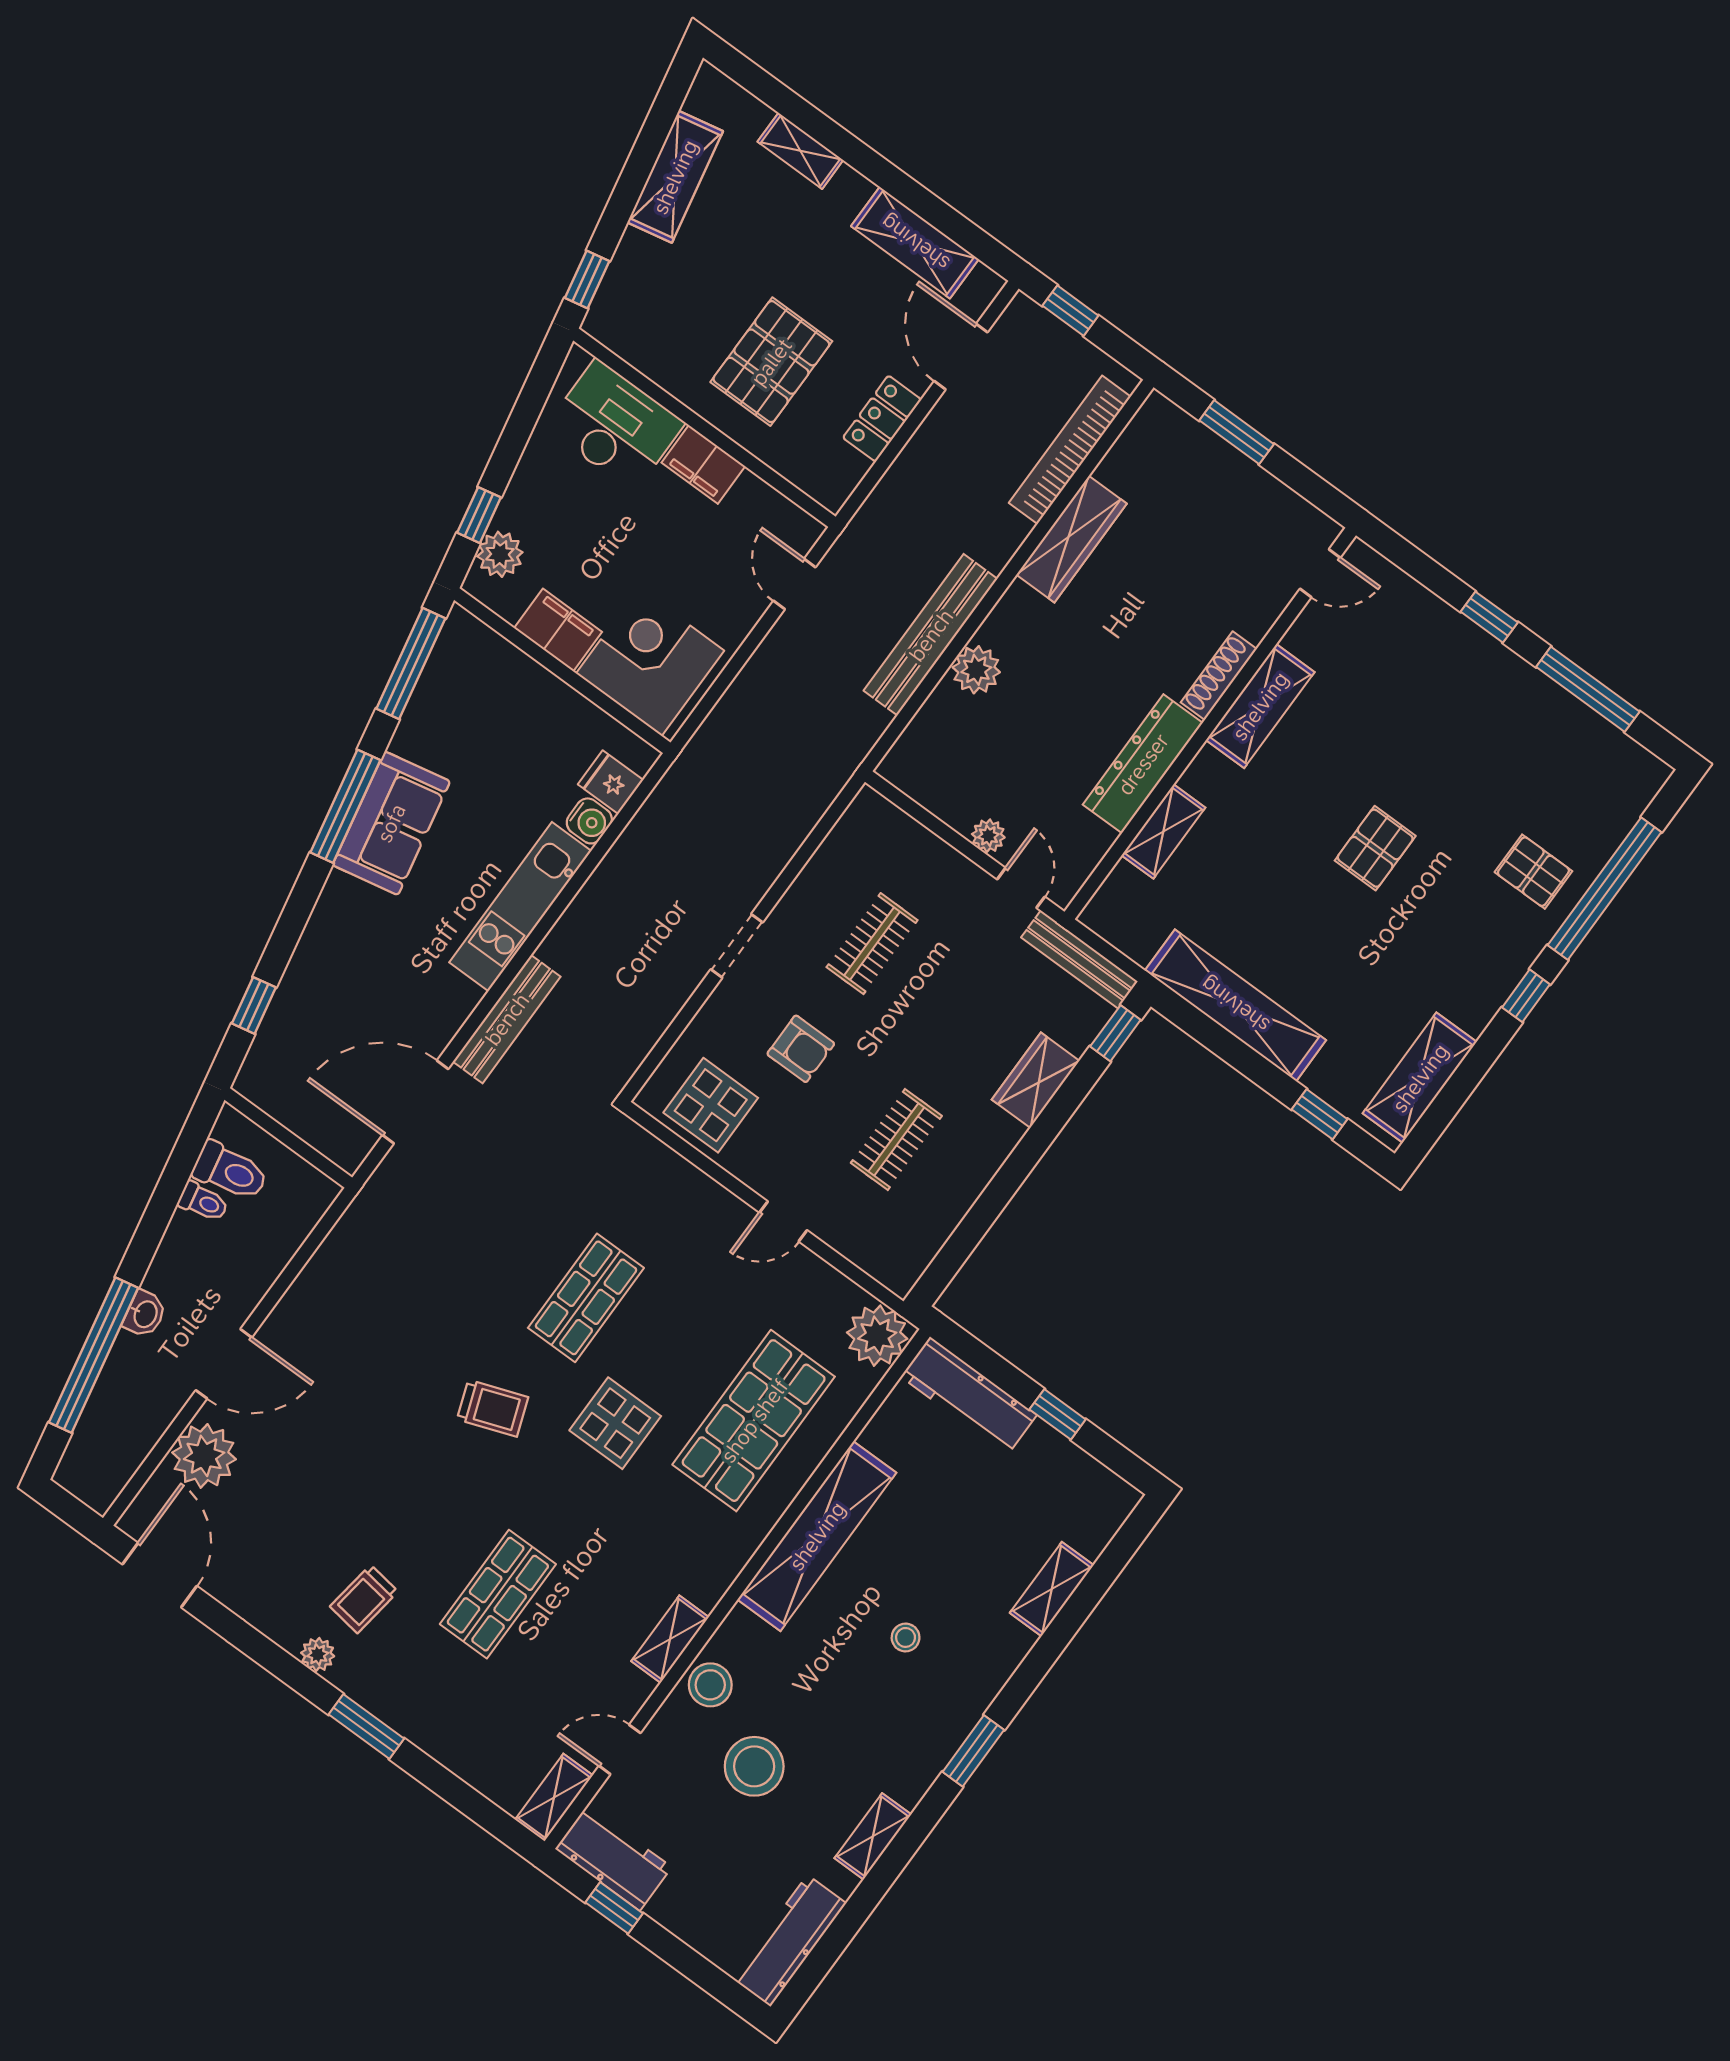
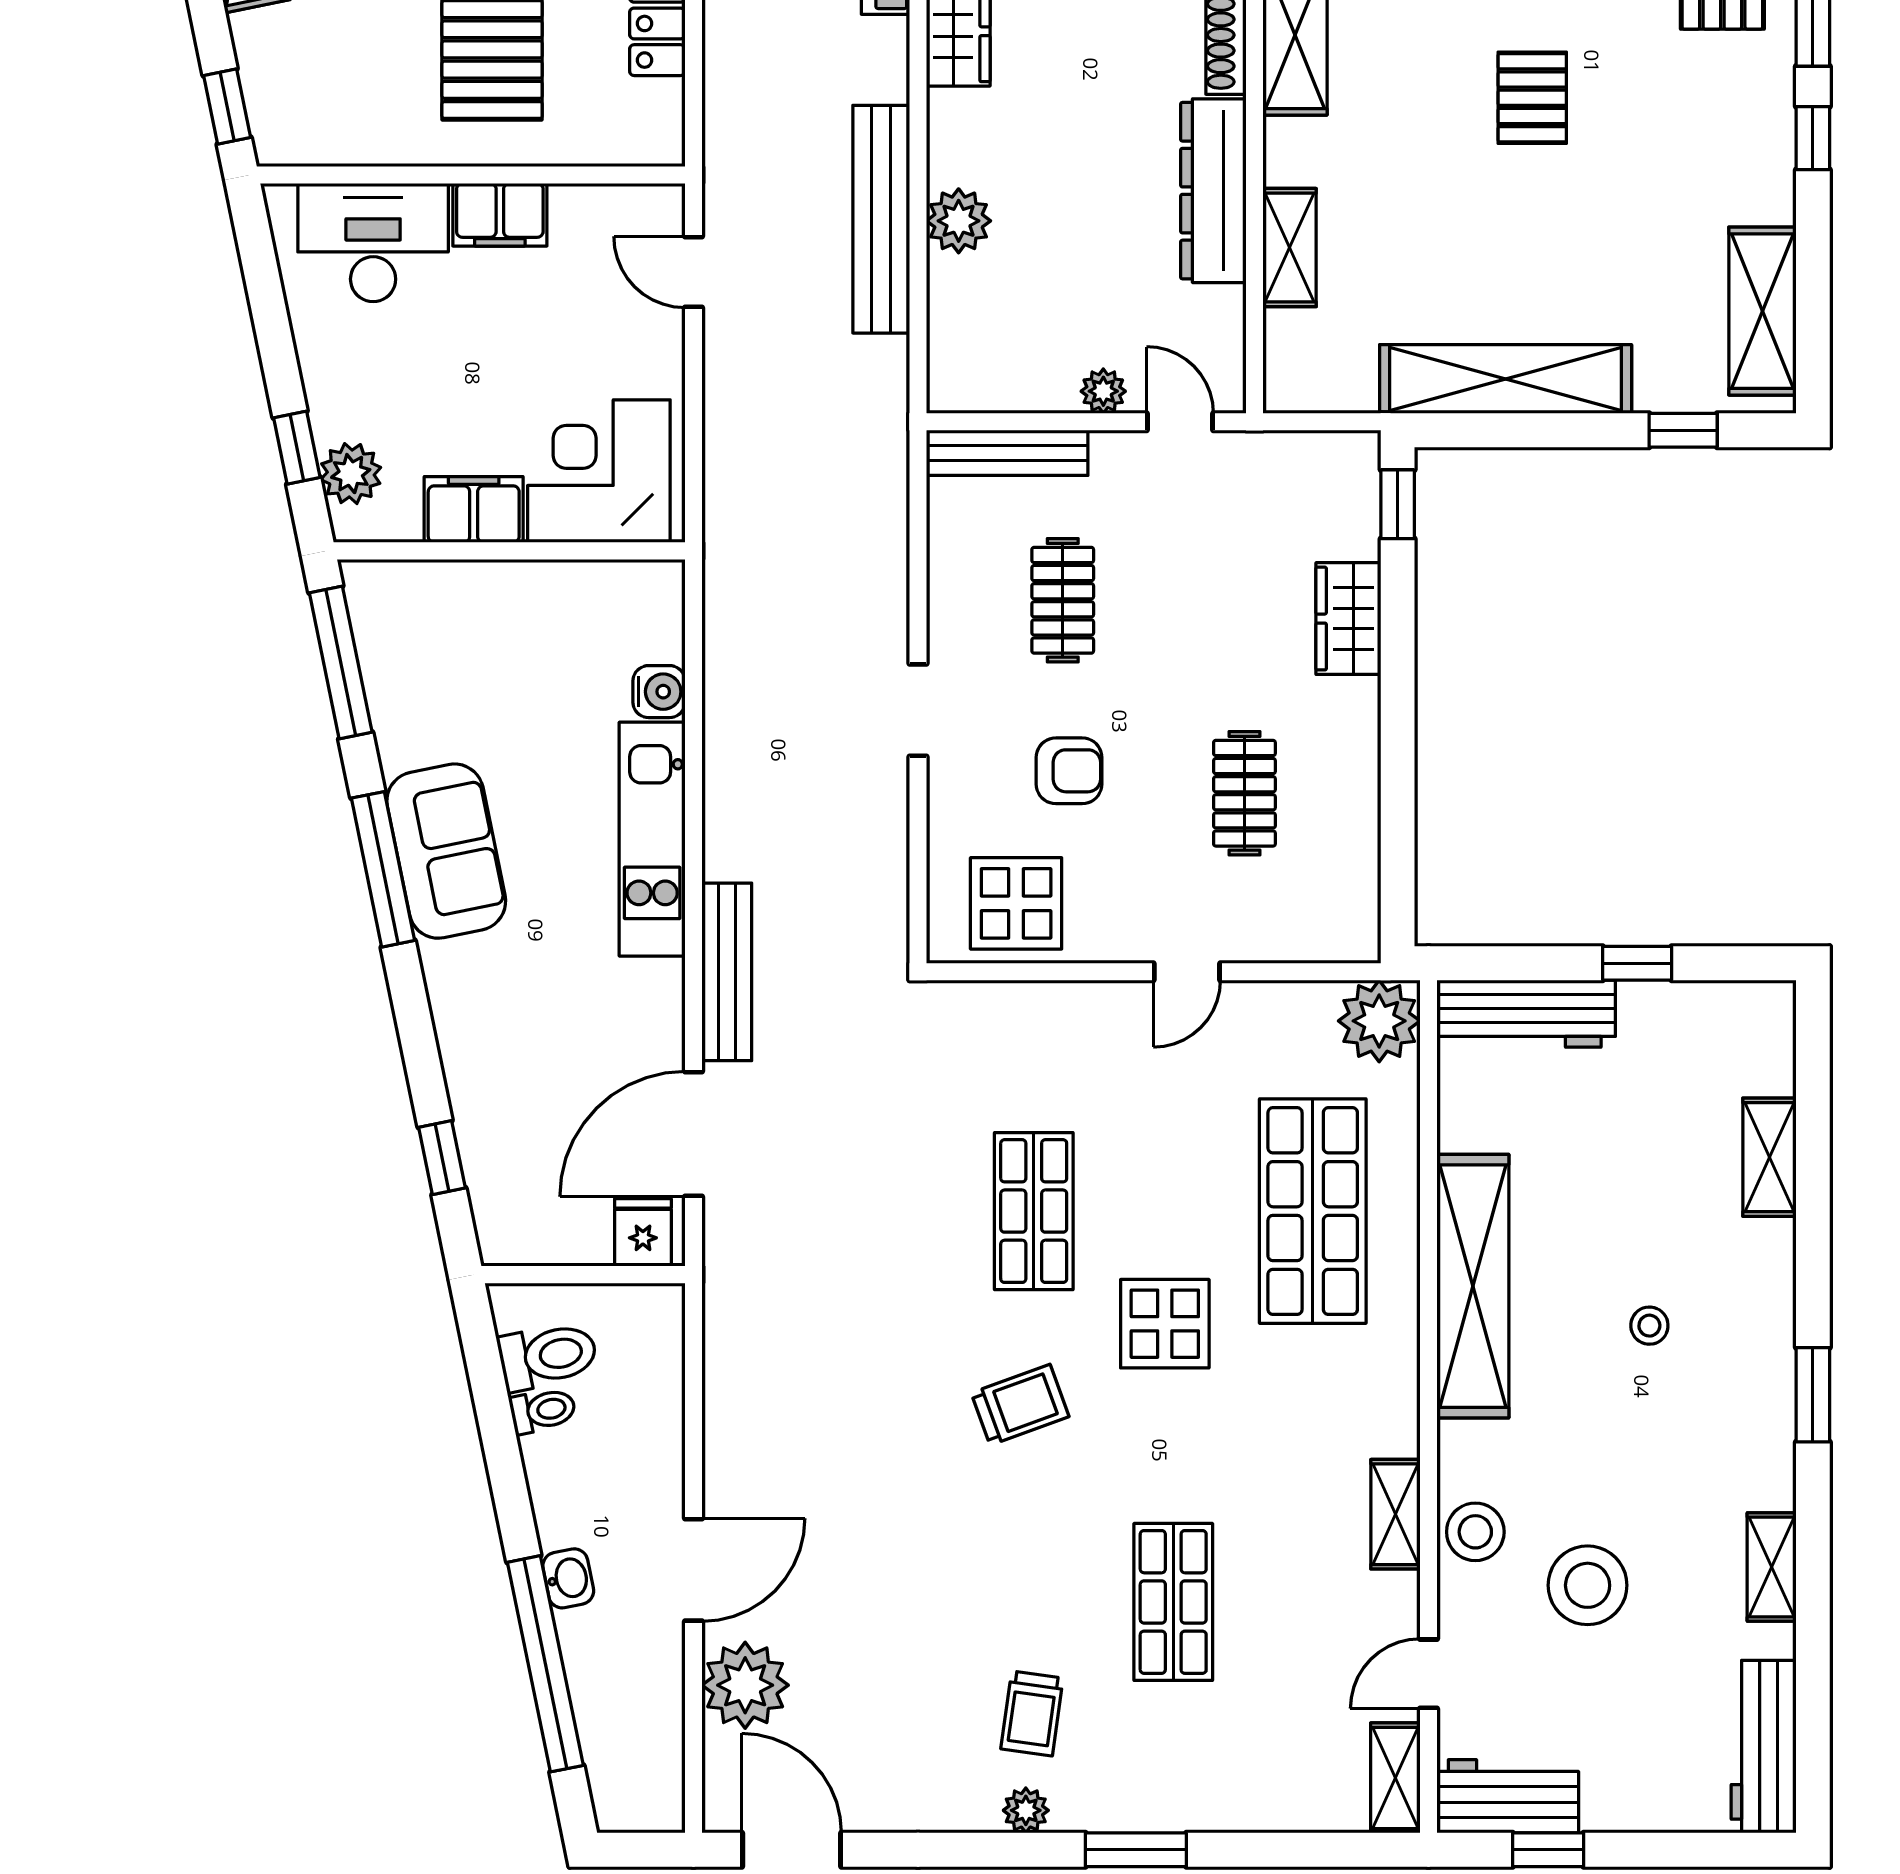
fridge: (611, 782) -> (643, 1232), moved, turned 90
bench: (1079, 959) -> (1007, 453), moved

